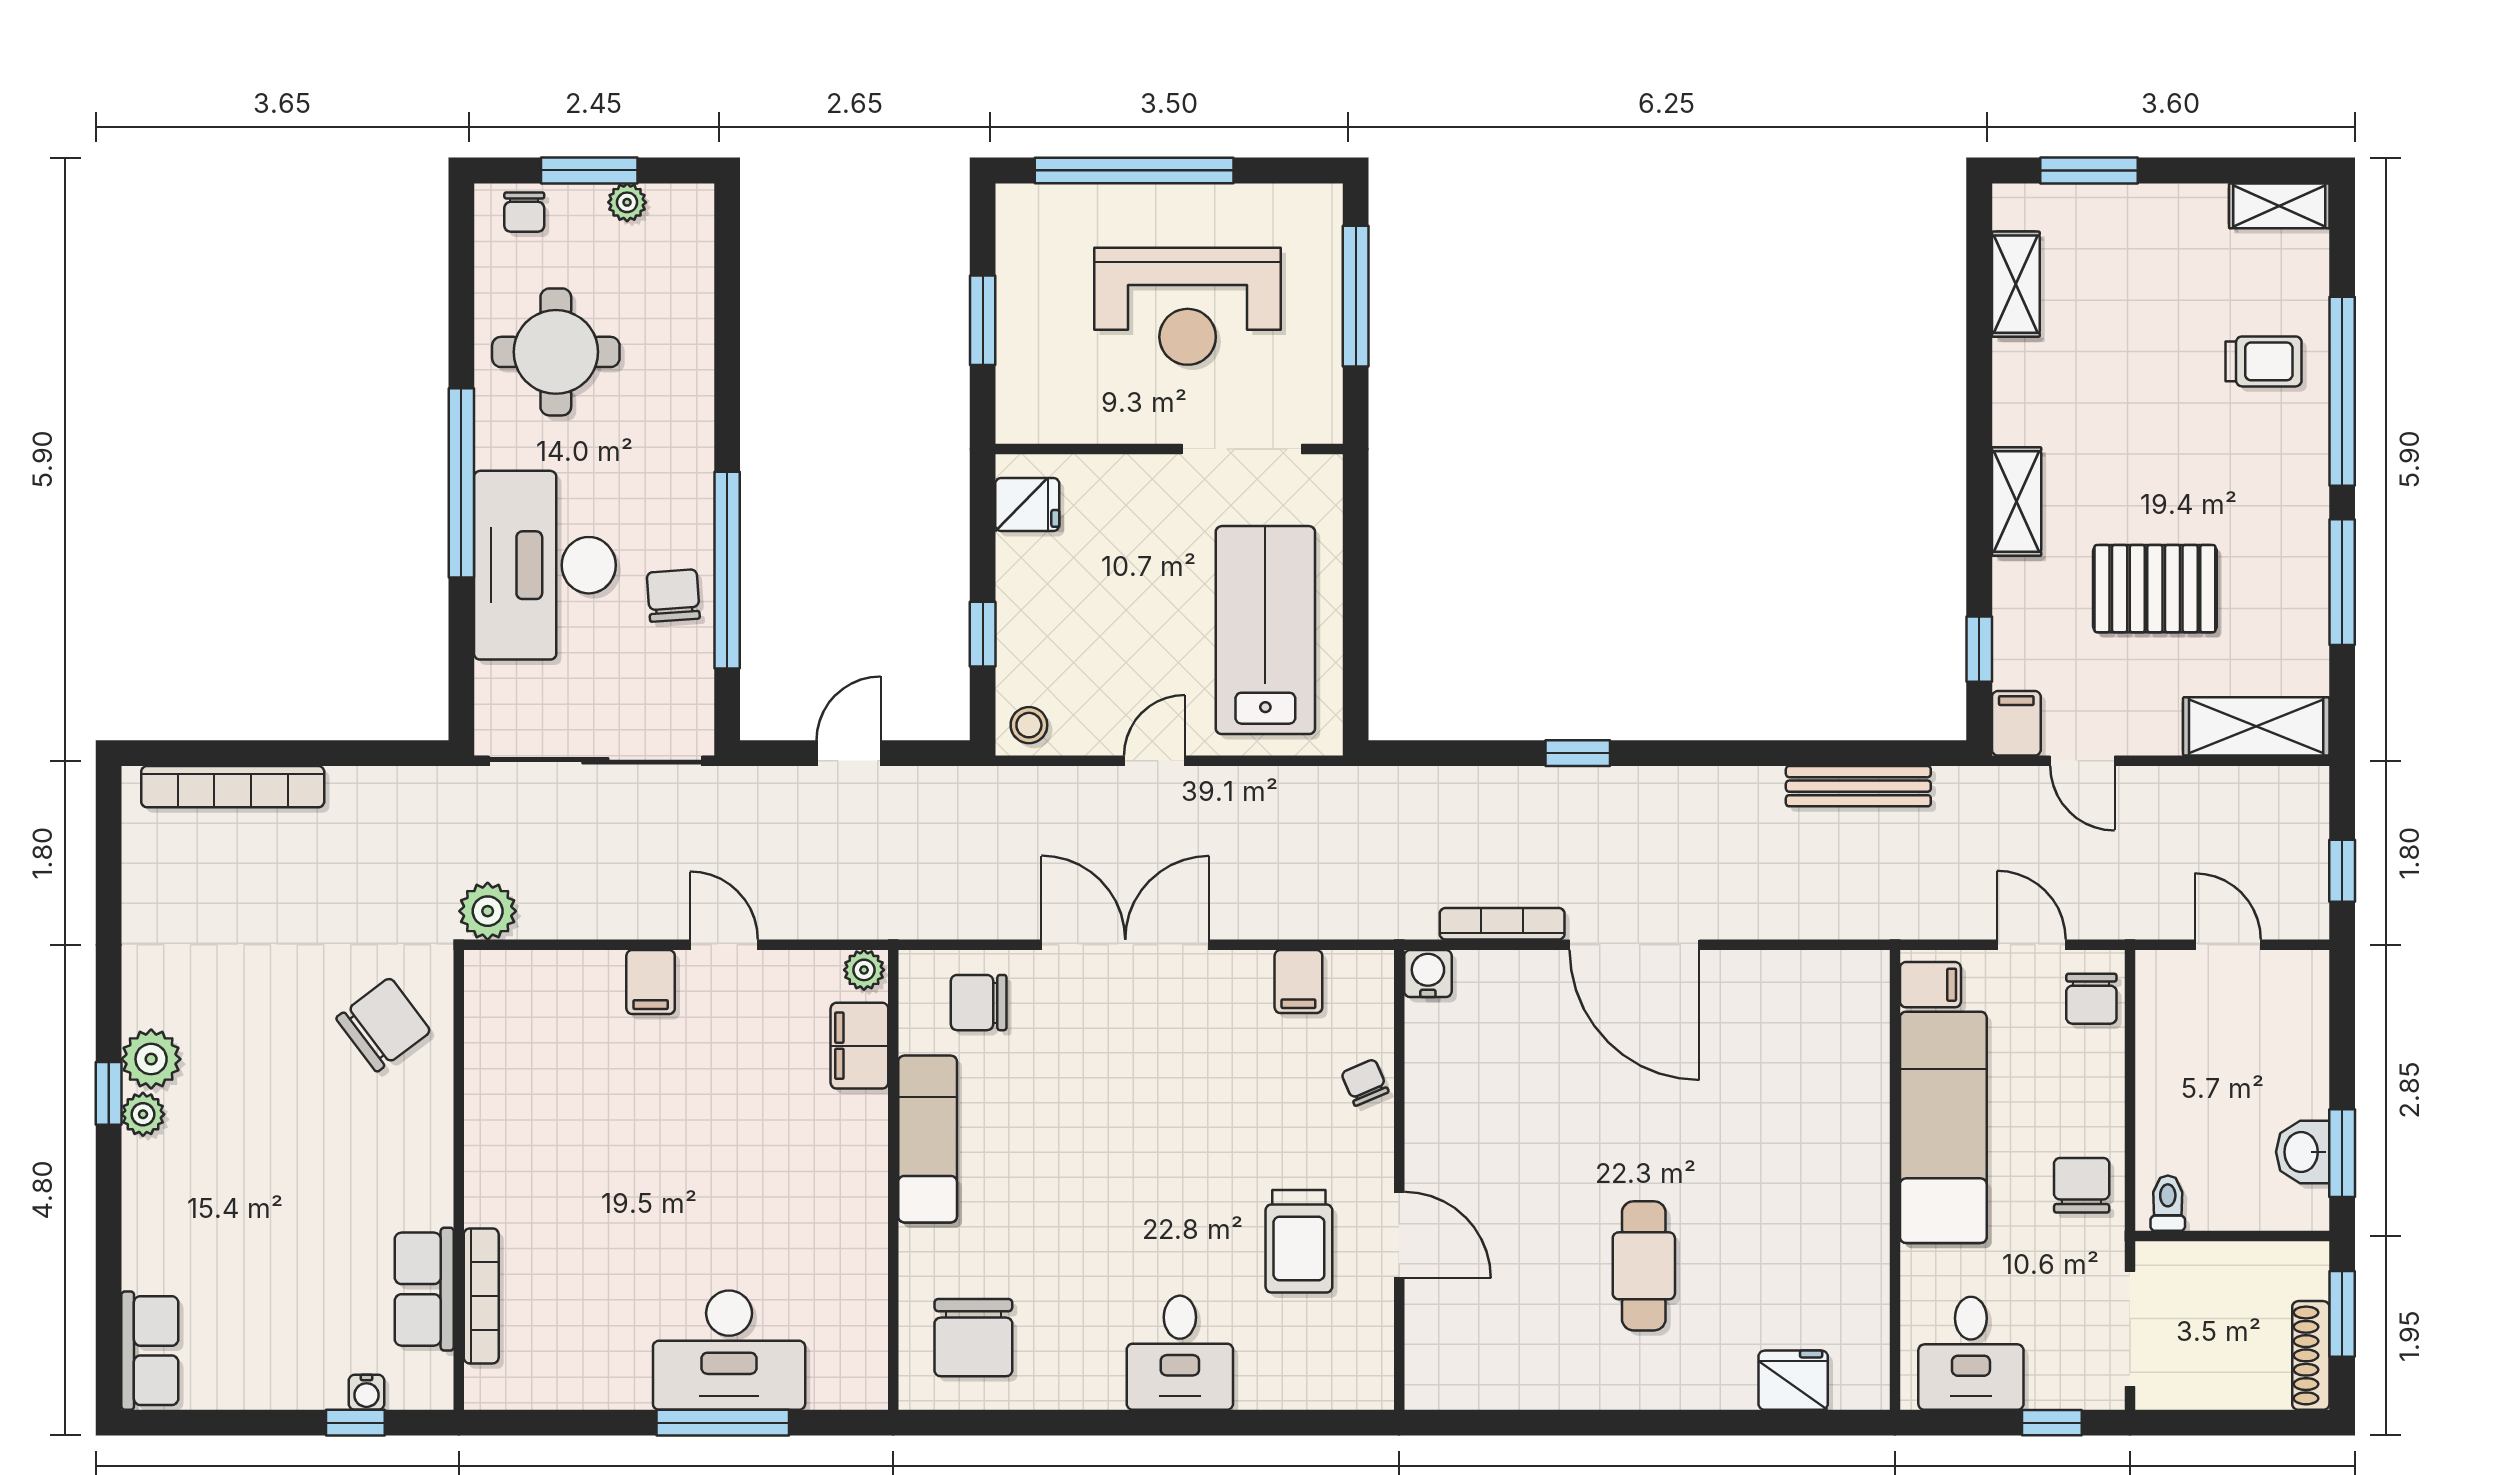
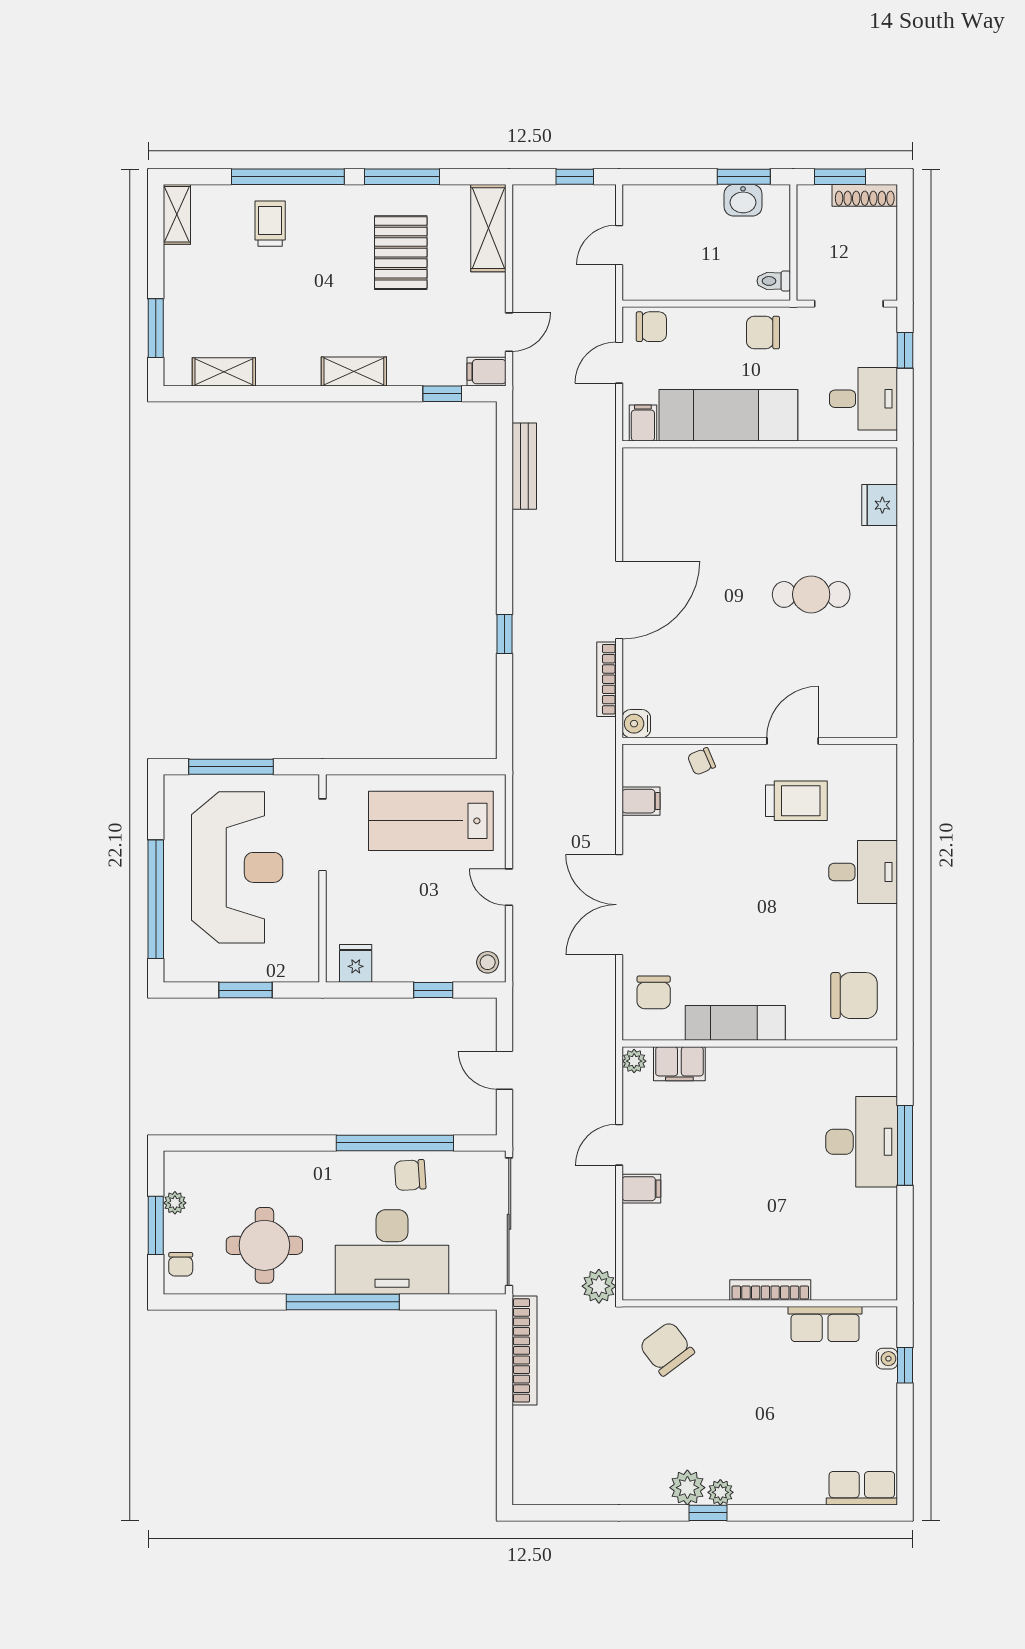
chair: (524, 212) -> (181, 1264), turned 90
reception desk: (1188, 306) -> (237, 867), width x1.36, depth x1.30
pallet: (2155, 589) -> (401, 253), moved
bookcase: (233, 787) -> (524, 1350), moved
bookcase: (481, 1296) -> (770, 1290), moved

